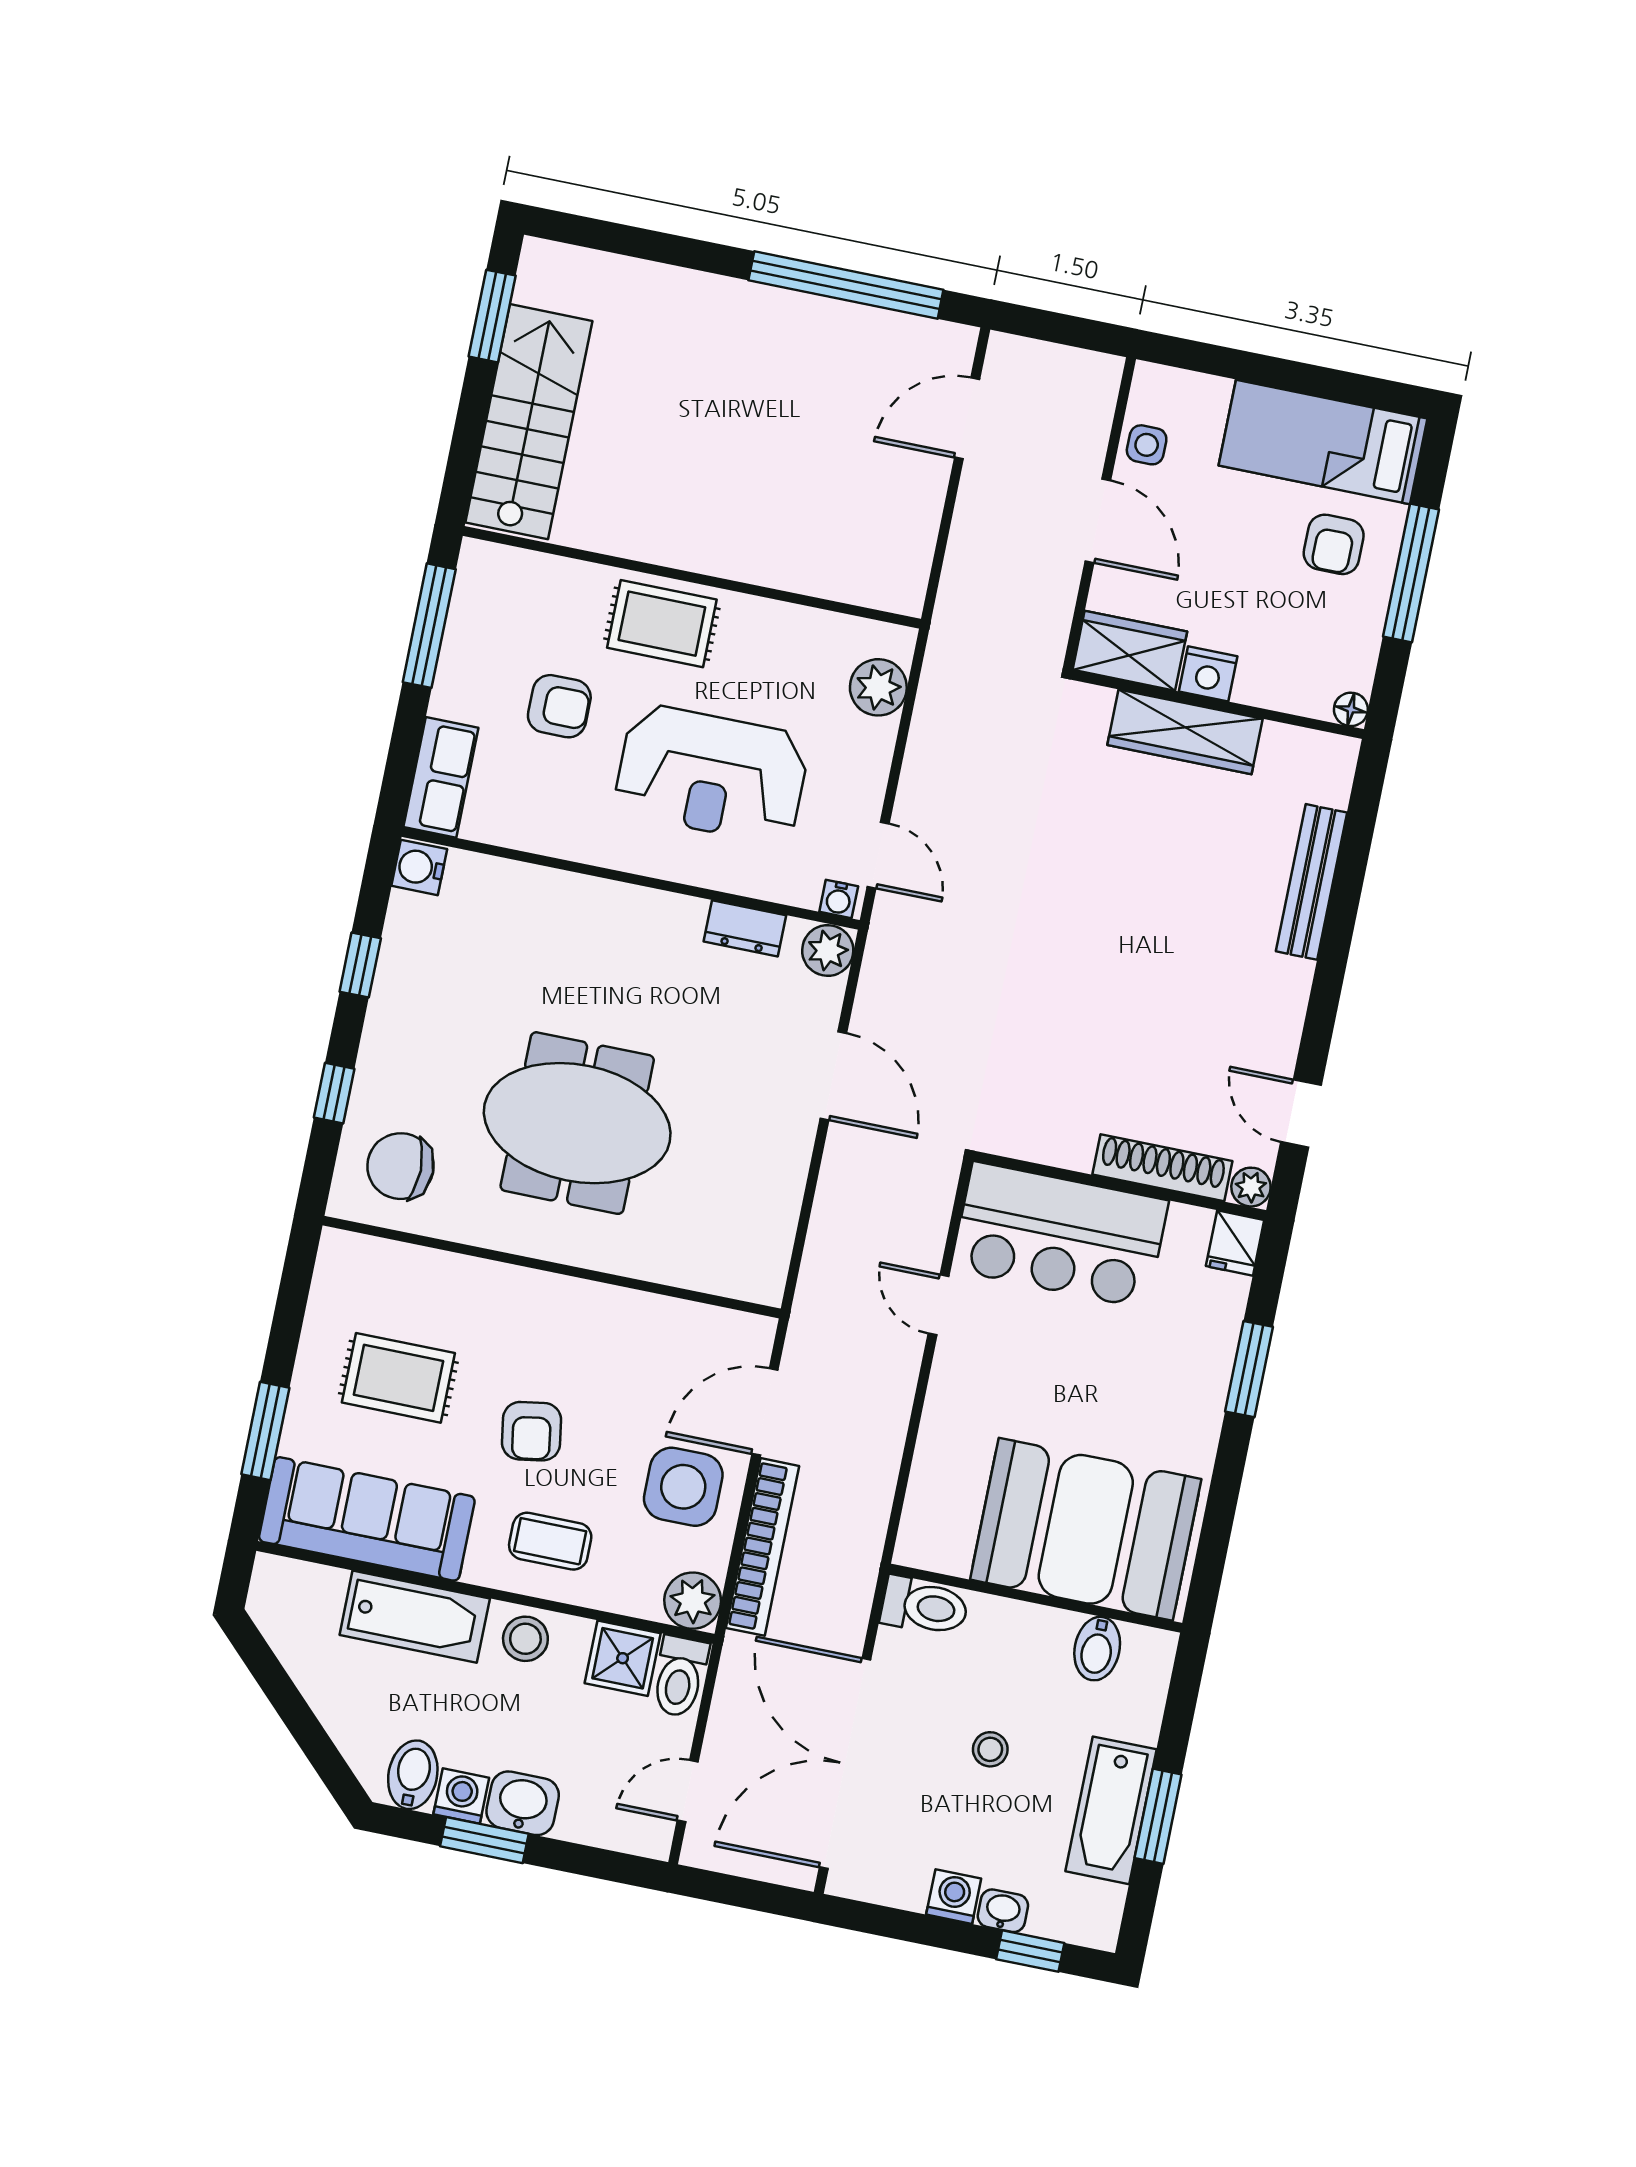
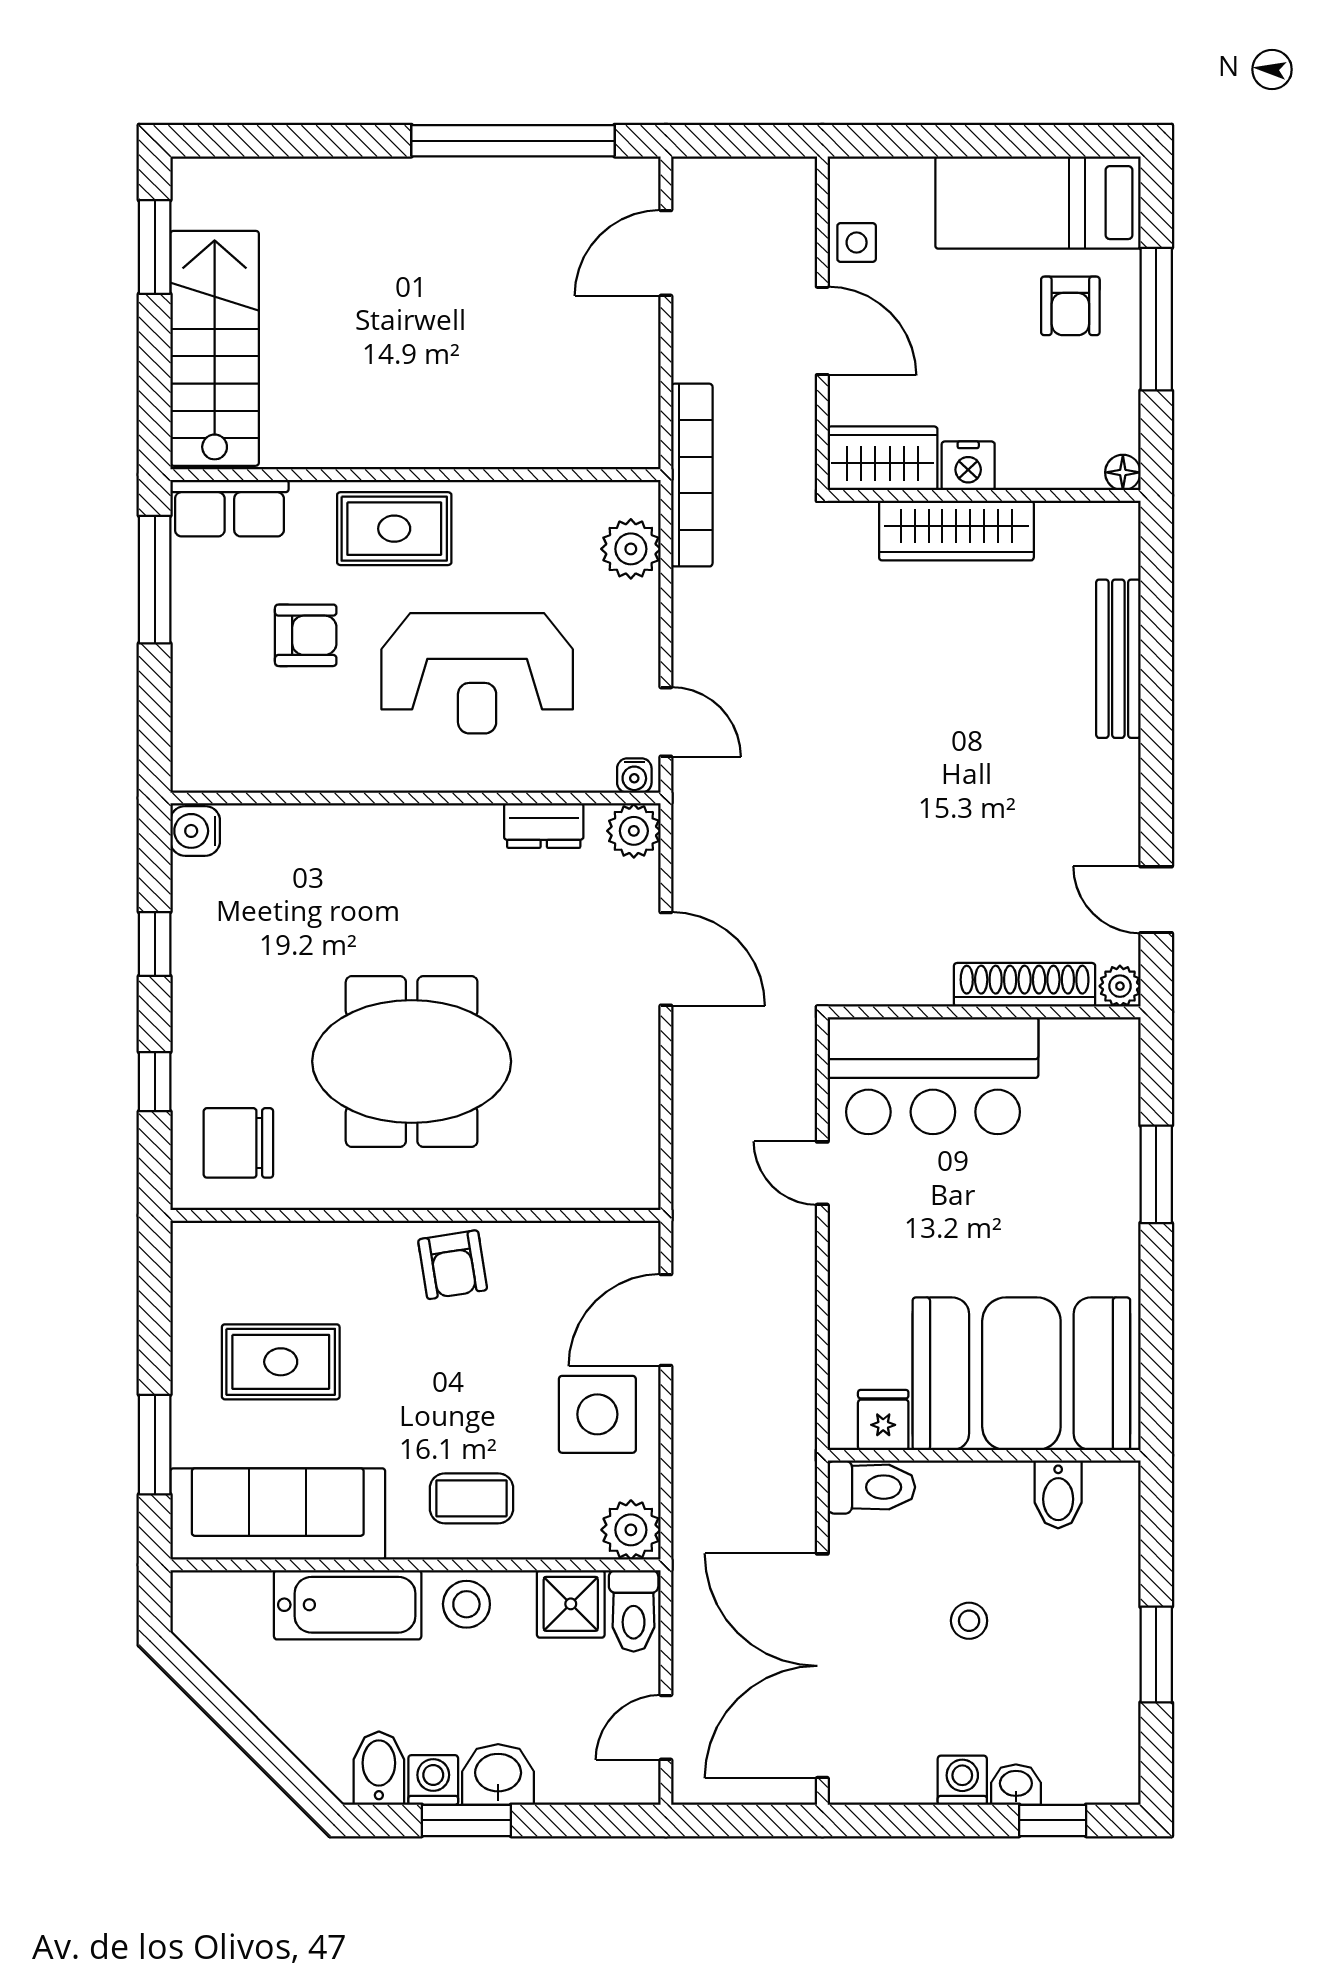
row of seats: (441, 777) -> (229, 508), moved, turned 90
fridge: (1235, 1243) -> (883, 1420), moved, turned 180
armchair: (532, 1431) -> (453, 1265), moved
bookcase: (763, 1547) -> (692, 475), moved
bathtub: (1111, 1810) -> (1106, 1658), removed

